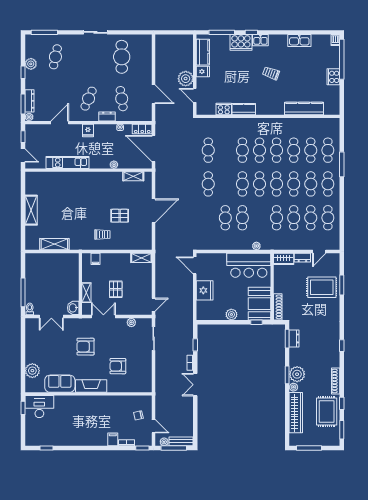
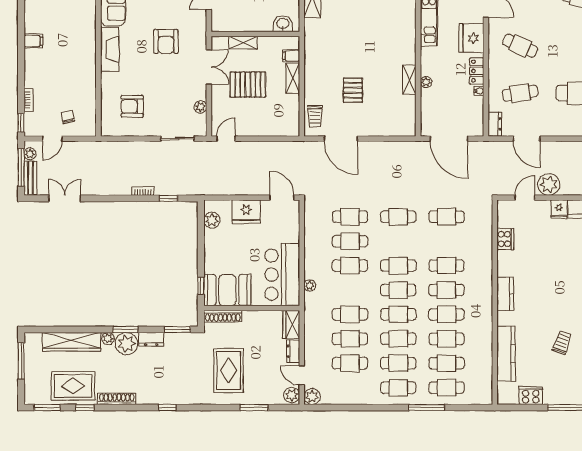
trolley: (271, 73) -> (562, 342), moved
cooker: (333, 77) -> (531, 396), moved
door: (154, 94) -> (527, 139), hinge flipped
kitchen counter: (244, 109) -> (505, 294), moved
dresser: (107, 116) -> (495, 124), moved
locker: (142, 129) -> (477, 71), moved
fridge: (88, 131) -> (471, 38), width x1.88, depth x1.34
door: (154, 148) -> (449, 139), swing flipped
shelving: (133, 176) -> (409, 80), moved
door: (154, 211) -> (341, 139), moved
cafe table: (328, 218) -> (350, 217), moved
trolley: (102, 234) -> (315, 116), moved
plant: (334, 244) -> (312, 397), added
shelving: (141, 258) -> (293, 78), moved
plant: (333, 259) -> (292, 395), added
door: (195, 265) -> (282, 198), hinge flipped
rug: (322, 287) -> (229, 370), moved
pallet: (116, 289) -> (248, 85), width x1.50, depth x1.42
door: (154, 305) -> (226, 139), swing flipped
washbasin: (73, 308) -> (283, 24), moved
plant: (231, 314) -> (212, 220), moved
dresser: (294, 338) -> (151, 339), moved
armchair: (86, 347) -> (166, 41), turned 180
armchair: (118, 366) -> (132, 106), moved, turned -90
double door: (195, 385) -> (65, 198), moved
filing cabinet: (113, 439) -> (33, 41), moved

